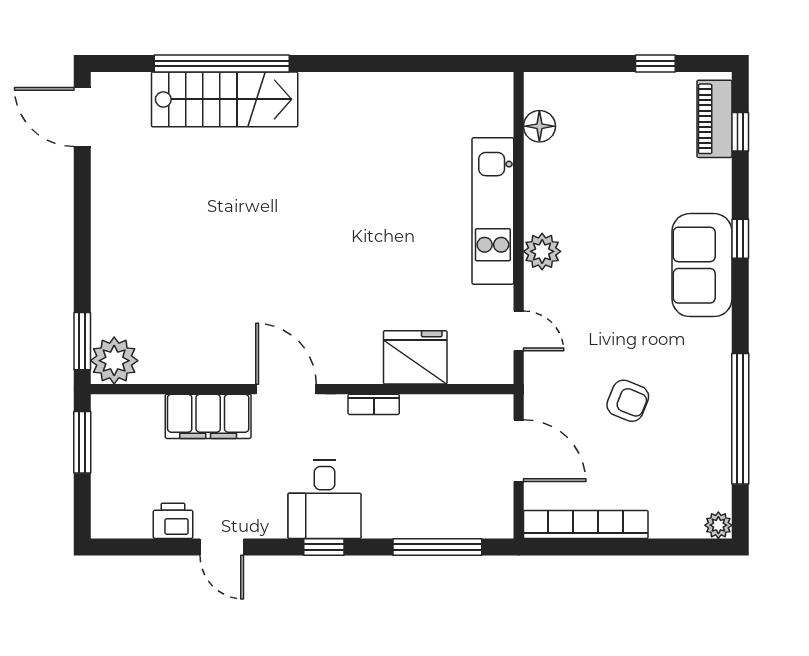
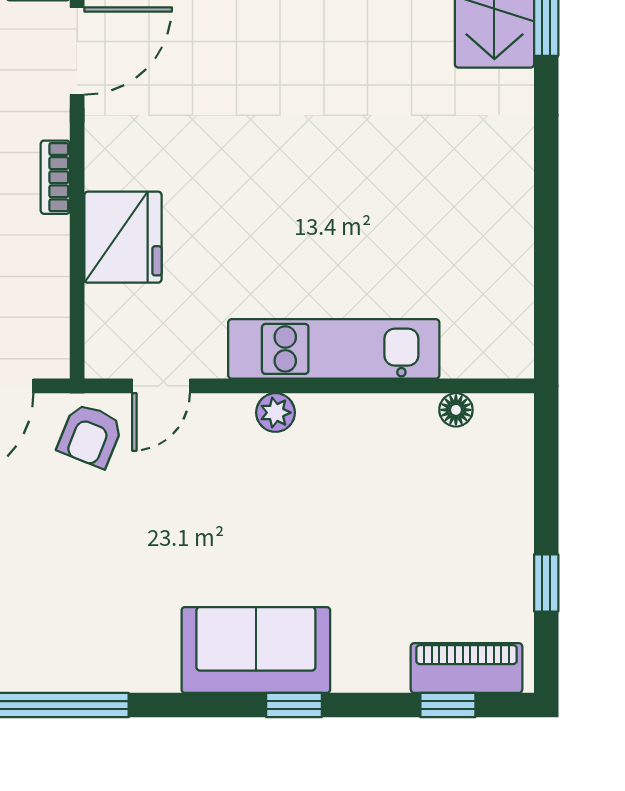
floor lamp: (539, 126) -> (456, 410), width x0.73, depth x0.73
plant: (542, 251) -> (275, 413), width x0.73, depth x0.73
armchair: (628, 401) -> (90, 435), moved

